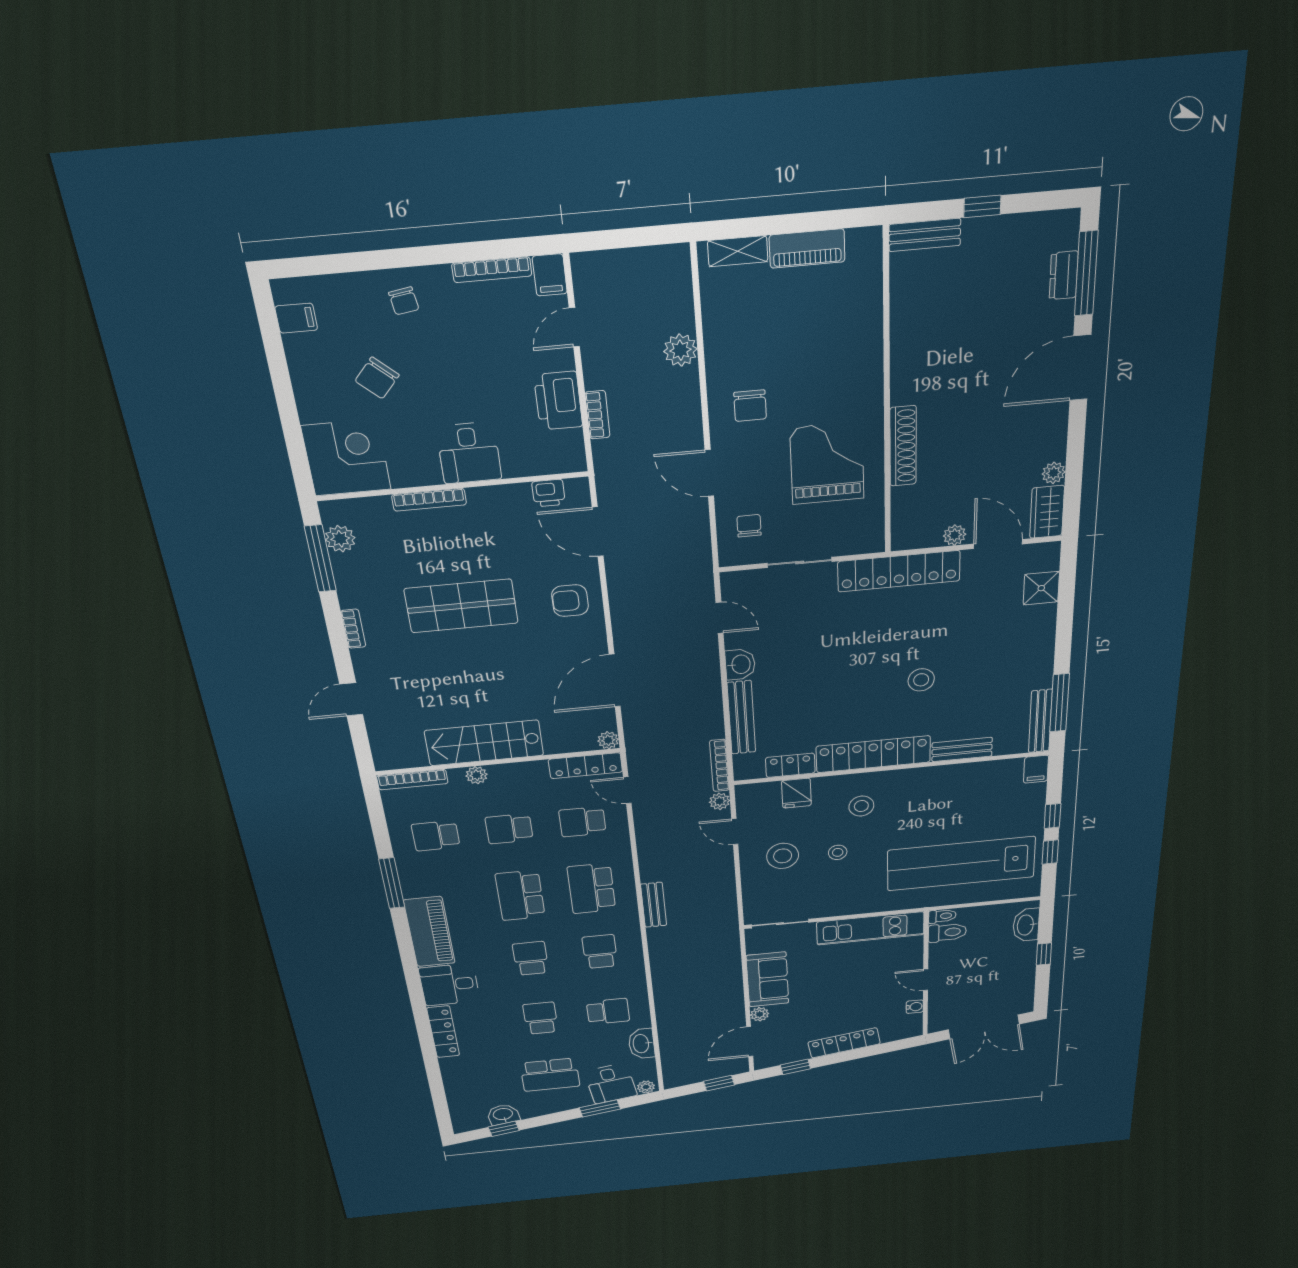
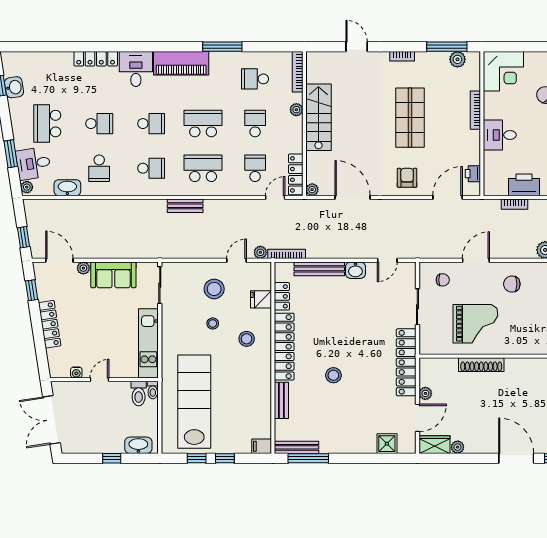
school desk: (436, 836) -> (255, 79), turned -90

